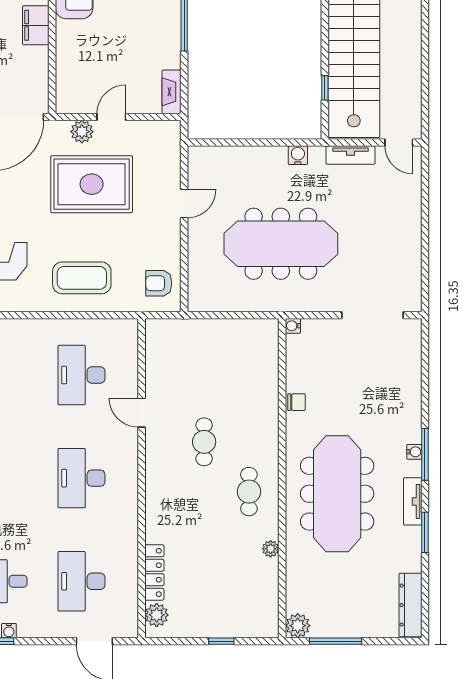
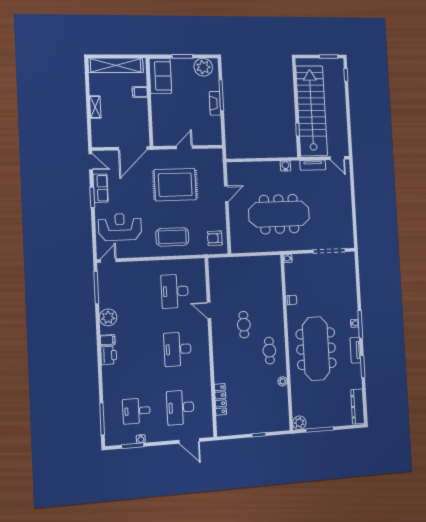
filing cabinet: (36, 25) -> (140, 92), width x0.50
fireplace: (172, 92) -> (215, 103), moved
plant: (82, 132) -> (168, 156), removed
plant: (157, 615) -> (223, 423), removed

